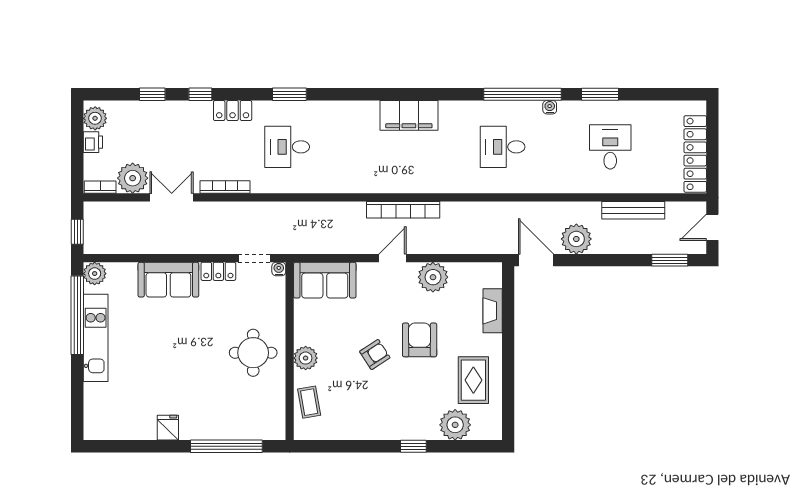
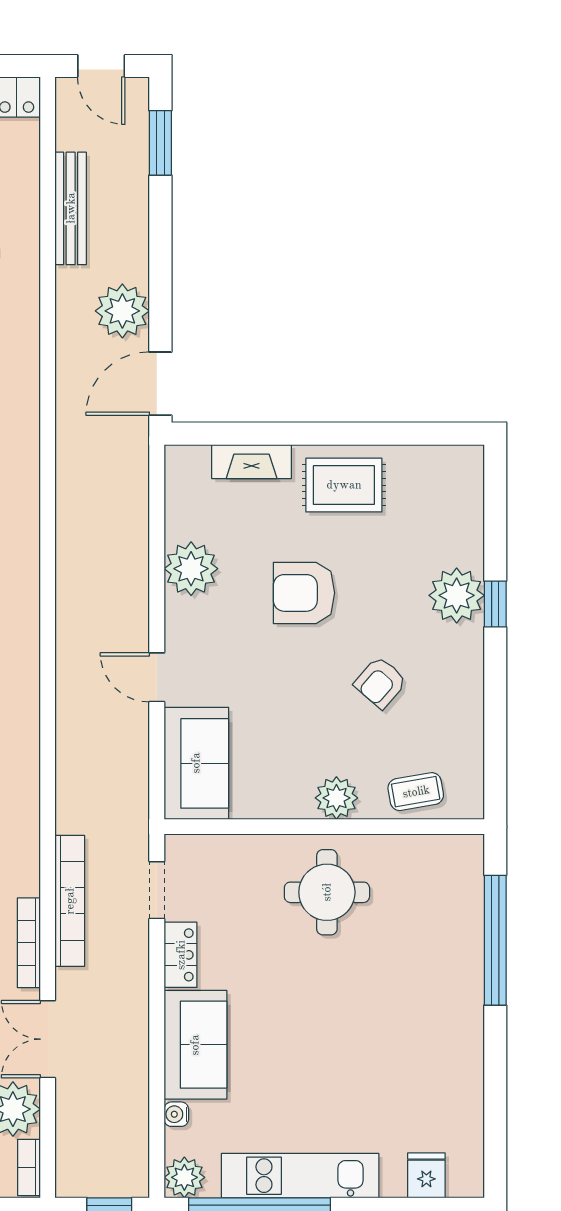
bookcase: (403, 210) -> (70, 901), moved
door: (392, 258) -> (157, 677), moved
water cooler: (279, 269) -> (176, 1114), moved
armchair: (375, 355) -> (380, 683), moved, turned -106
rug: (473, 380) -> (344, 485), moved
plant: (455, 425) -> (457, 595), moved
fridge: (168, 428) -> (426, 1175), moved, turned 90

